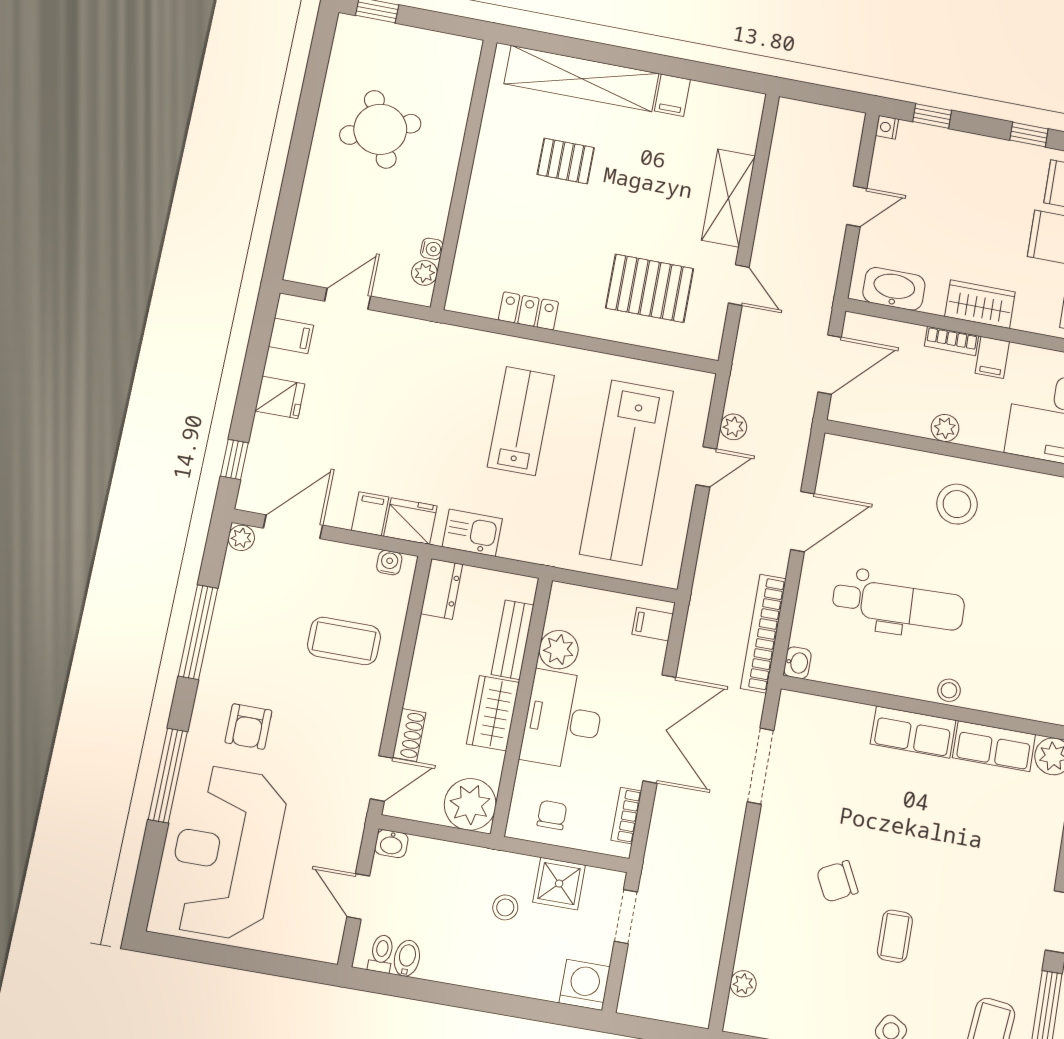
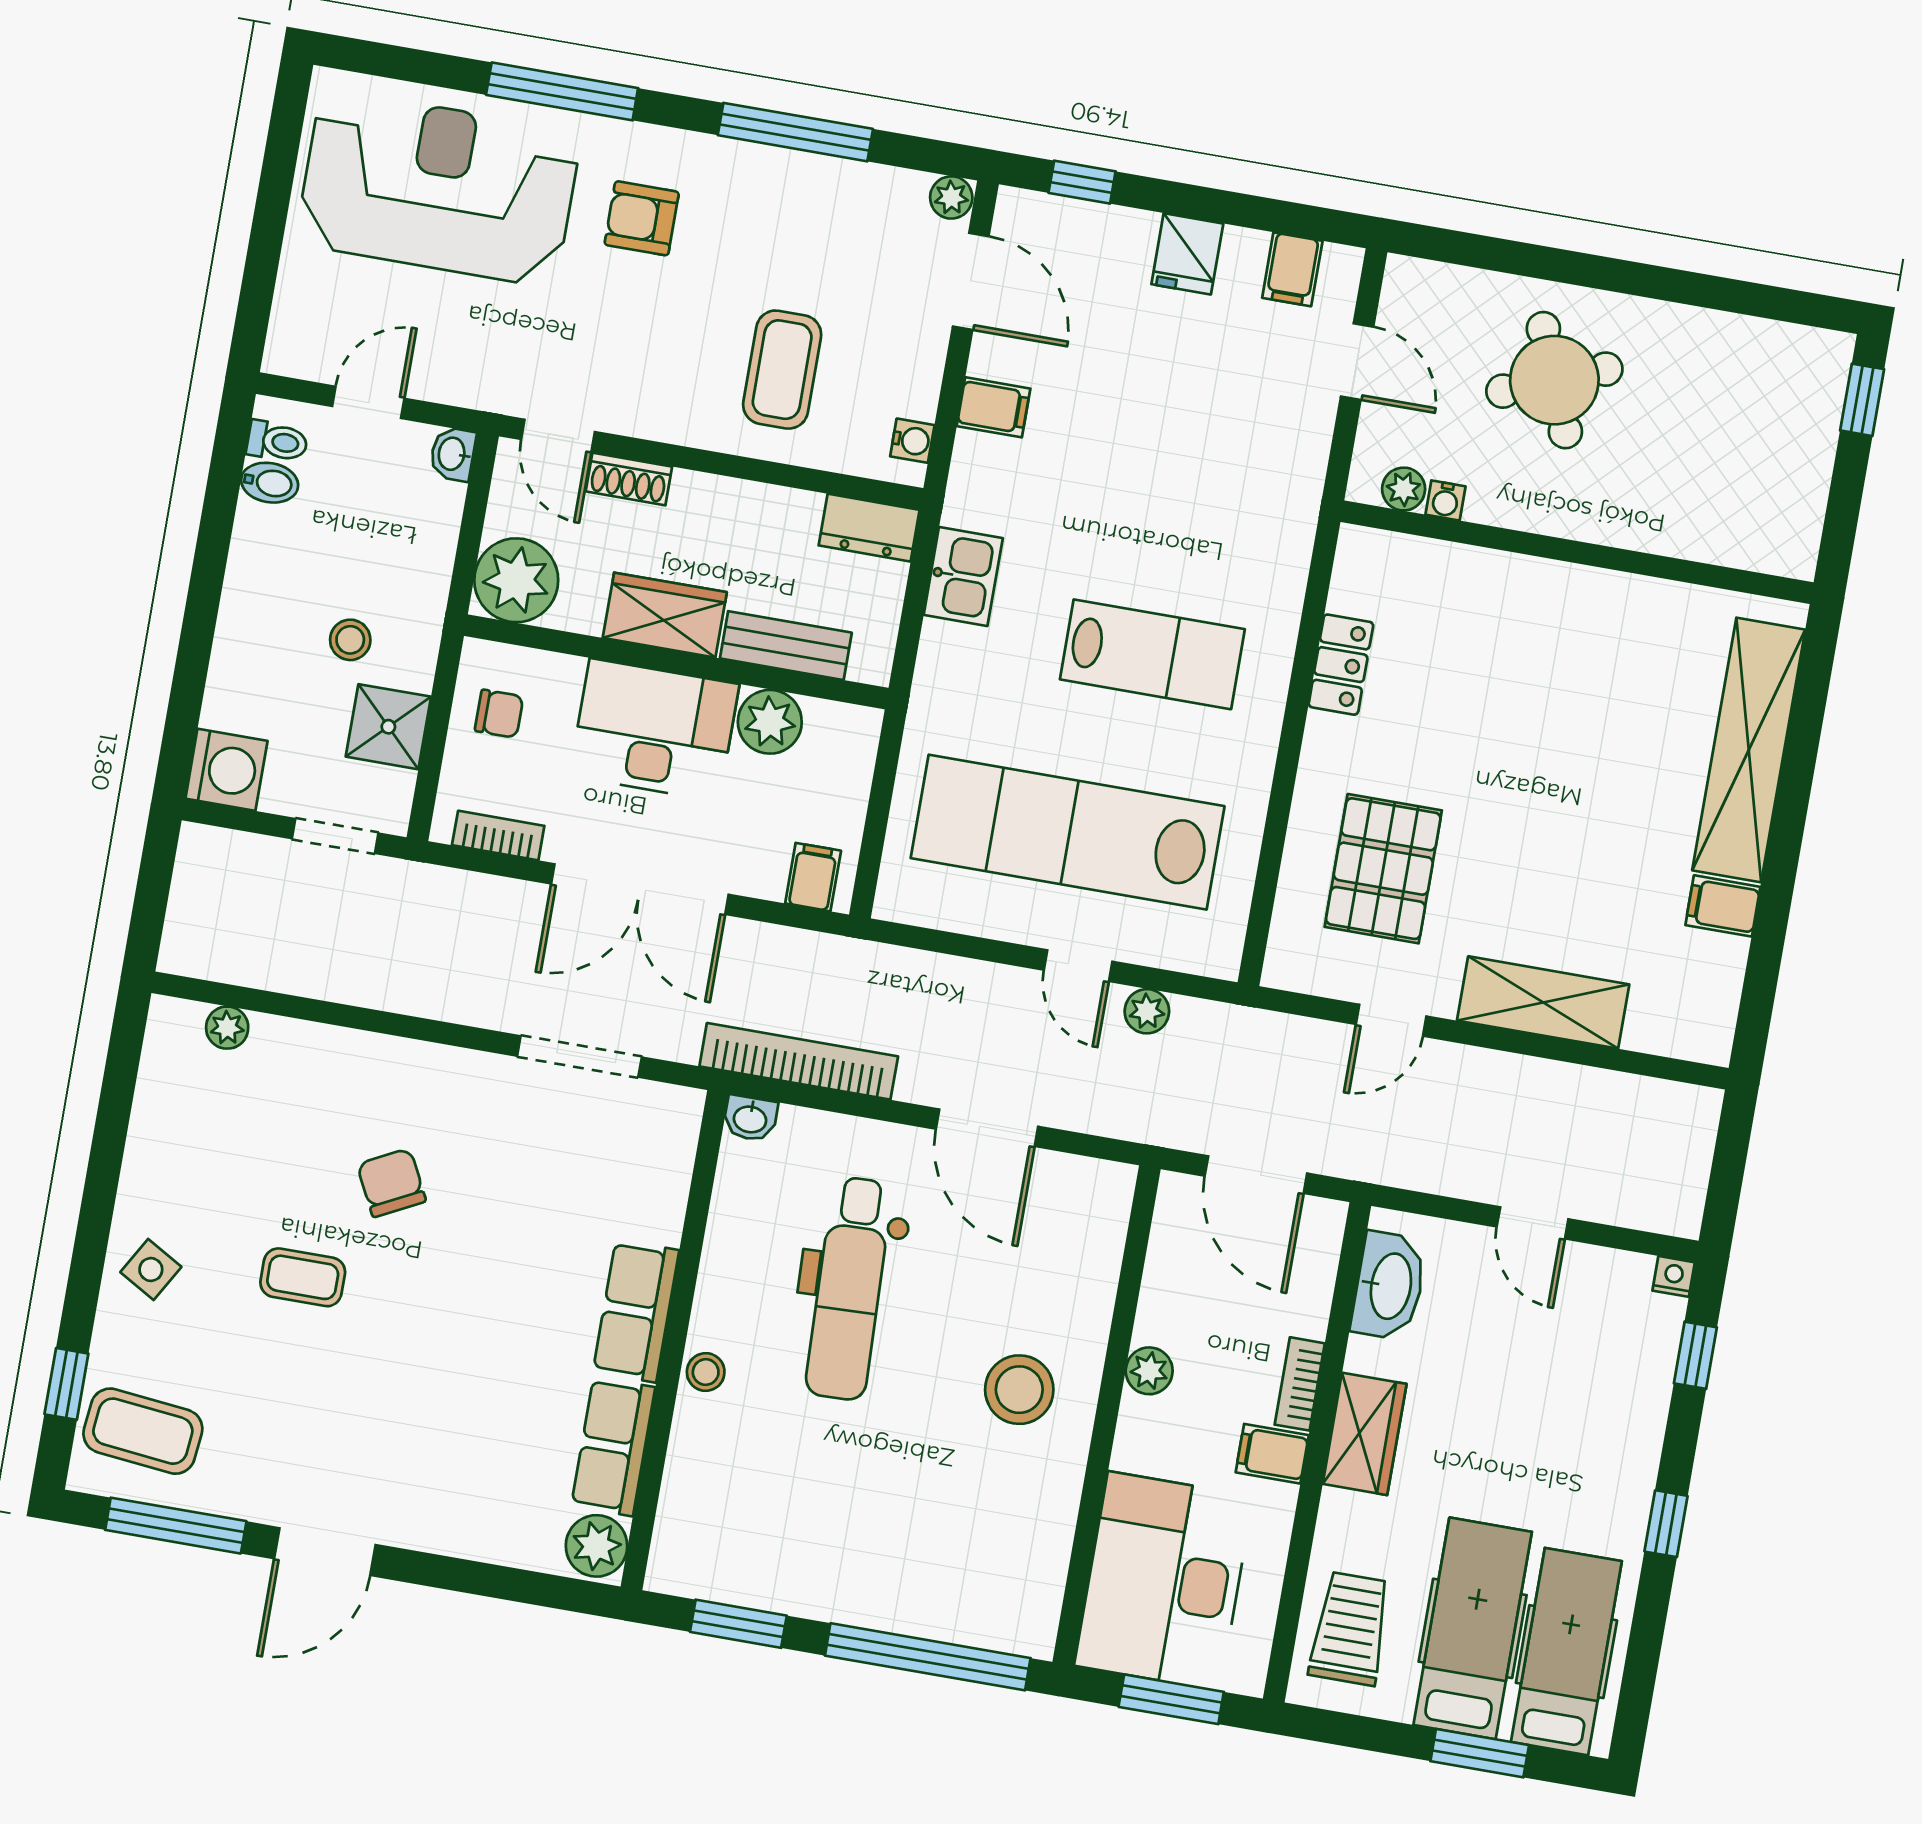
round table: (380, 129) -> (1554, 380), moved
pallet: (566, 161) -> (1603, 725), removed
fridge: (410, 521) -> (982, 474), removed

